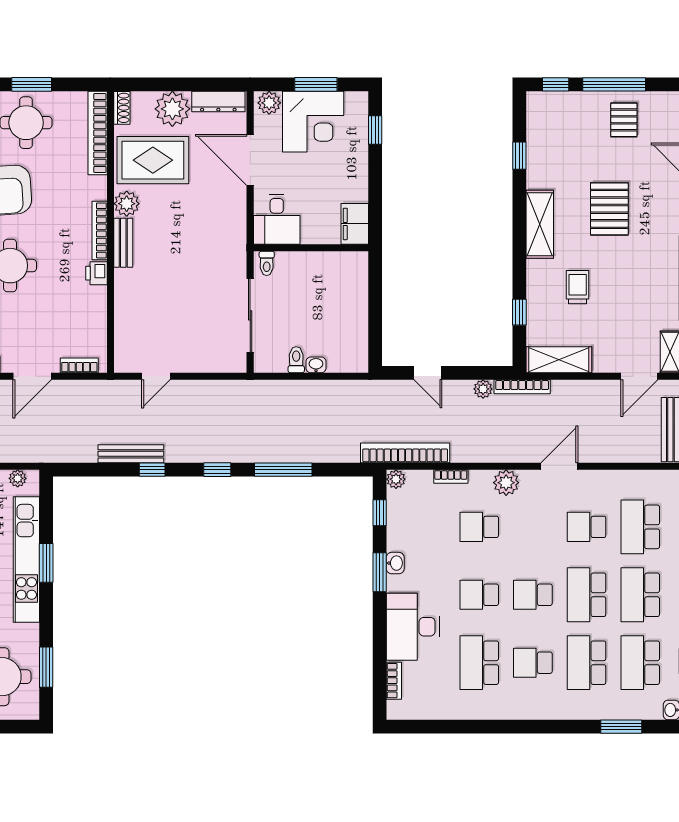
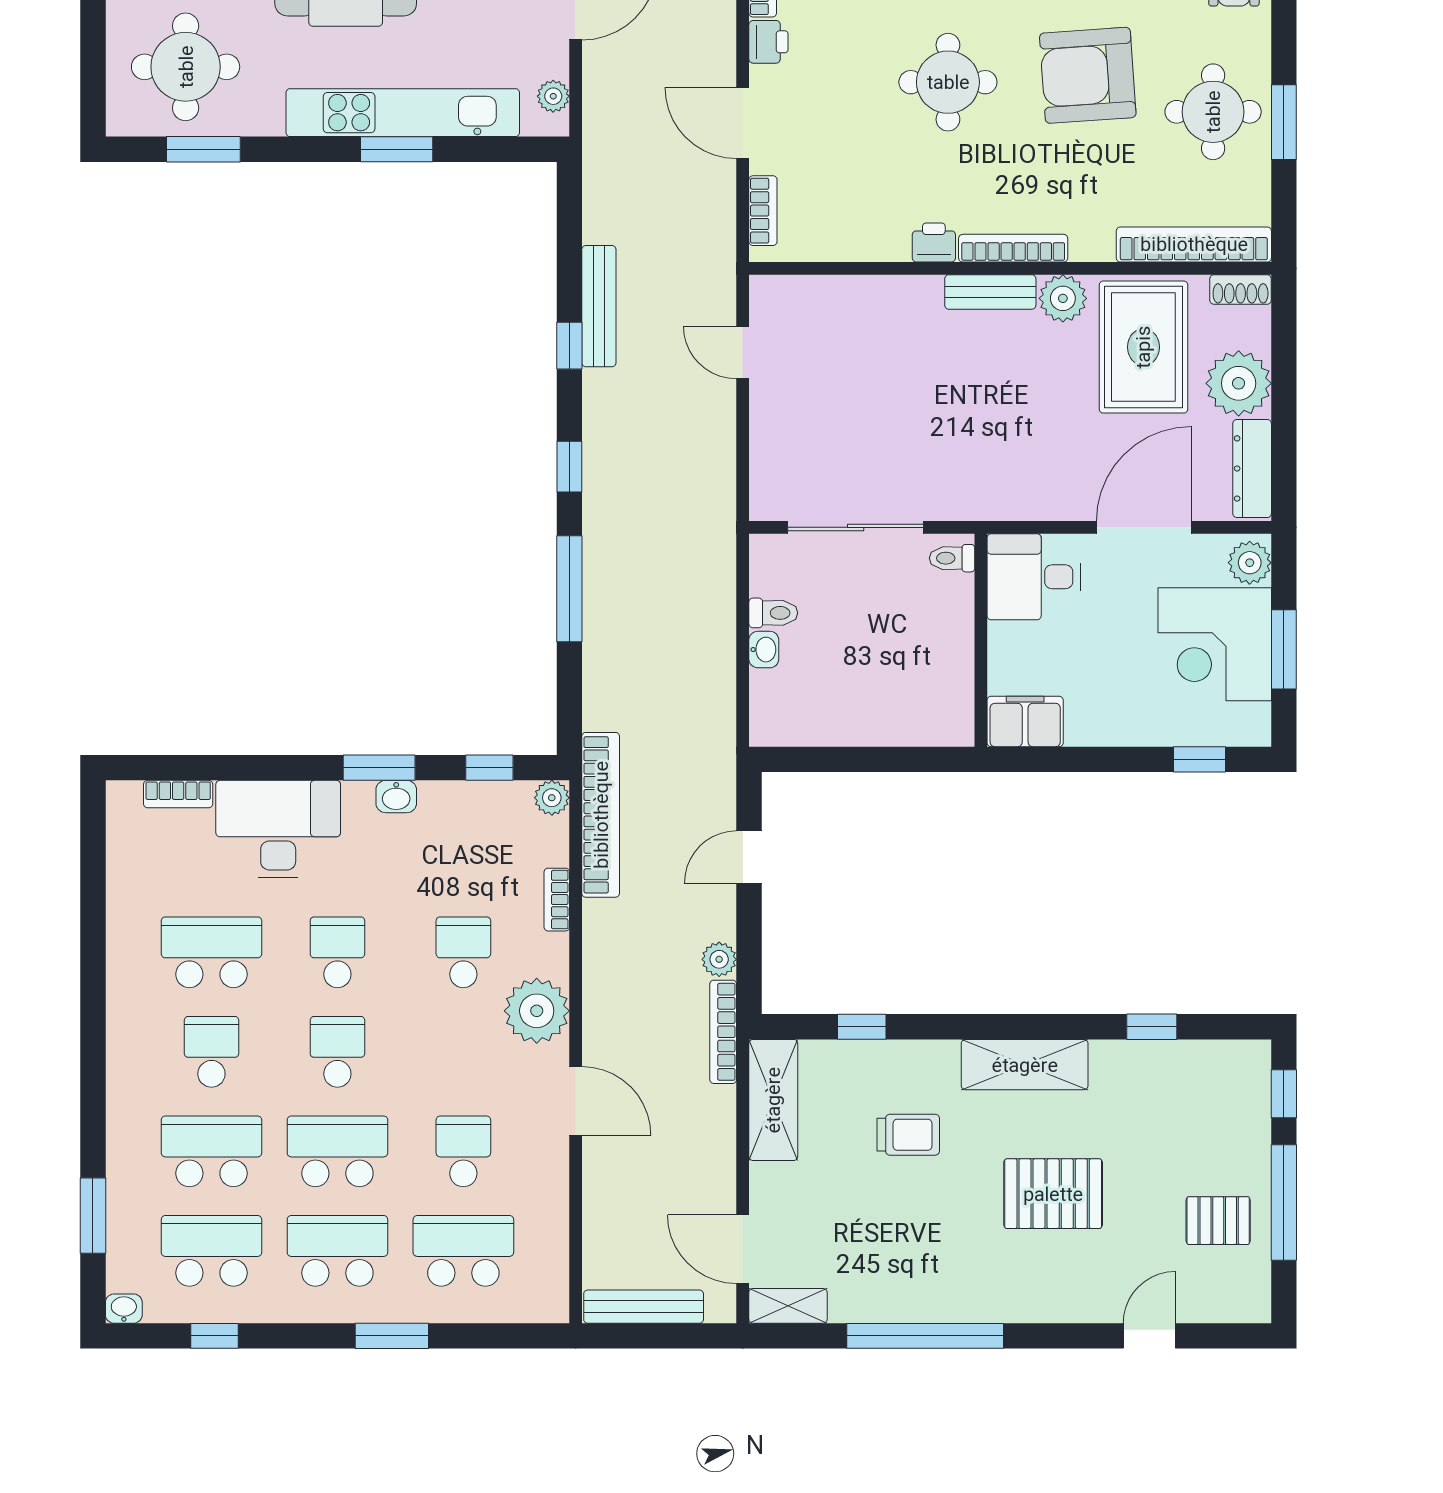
plant: (506, 483) -> (537, 1011), width x1.36, depth x1.36

